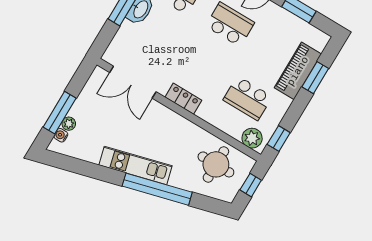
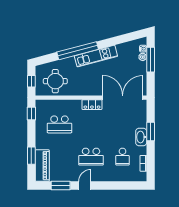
piano: (298, 71) -> (42, 166), moved
double door: (133, 82) -> (123, 98), width x1.36
school desk: (248, 98) -> (59, 124), turned 180
plant: (252, 138) -> (45, 106), removed

